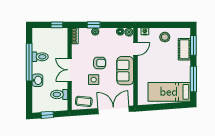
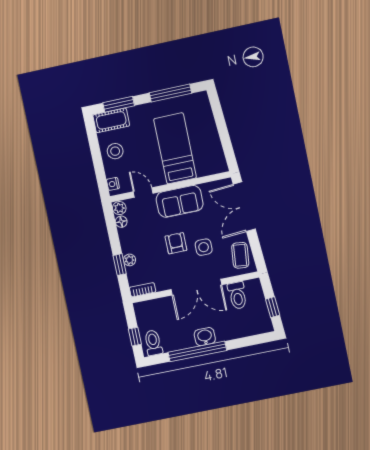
window: (57, 25) -> (135, 337), moved
cot: (184, 49) -> (111, 120), moved
toilet: (40, 57) -> (153, 343), moved
double door: (70, 70) -> (196, 287), width x1.37
washbasin: (37, 80) -> (205, 337), moved
bed: (169, 92) -> (175, 148), moved, turned 180

